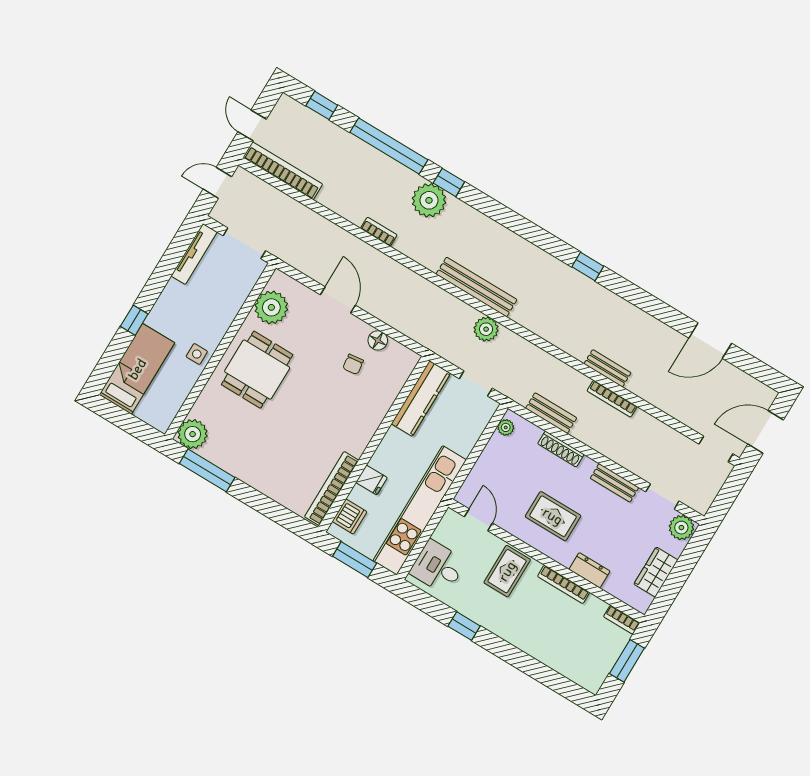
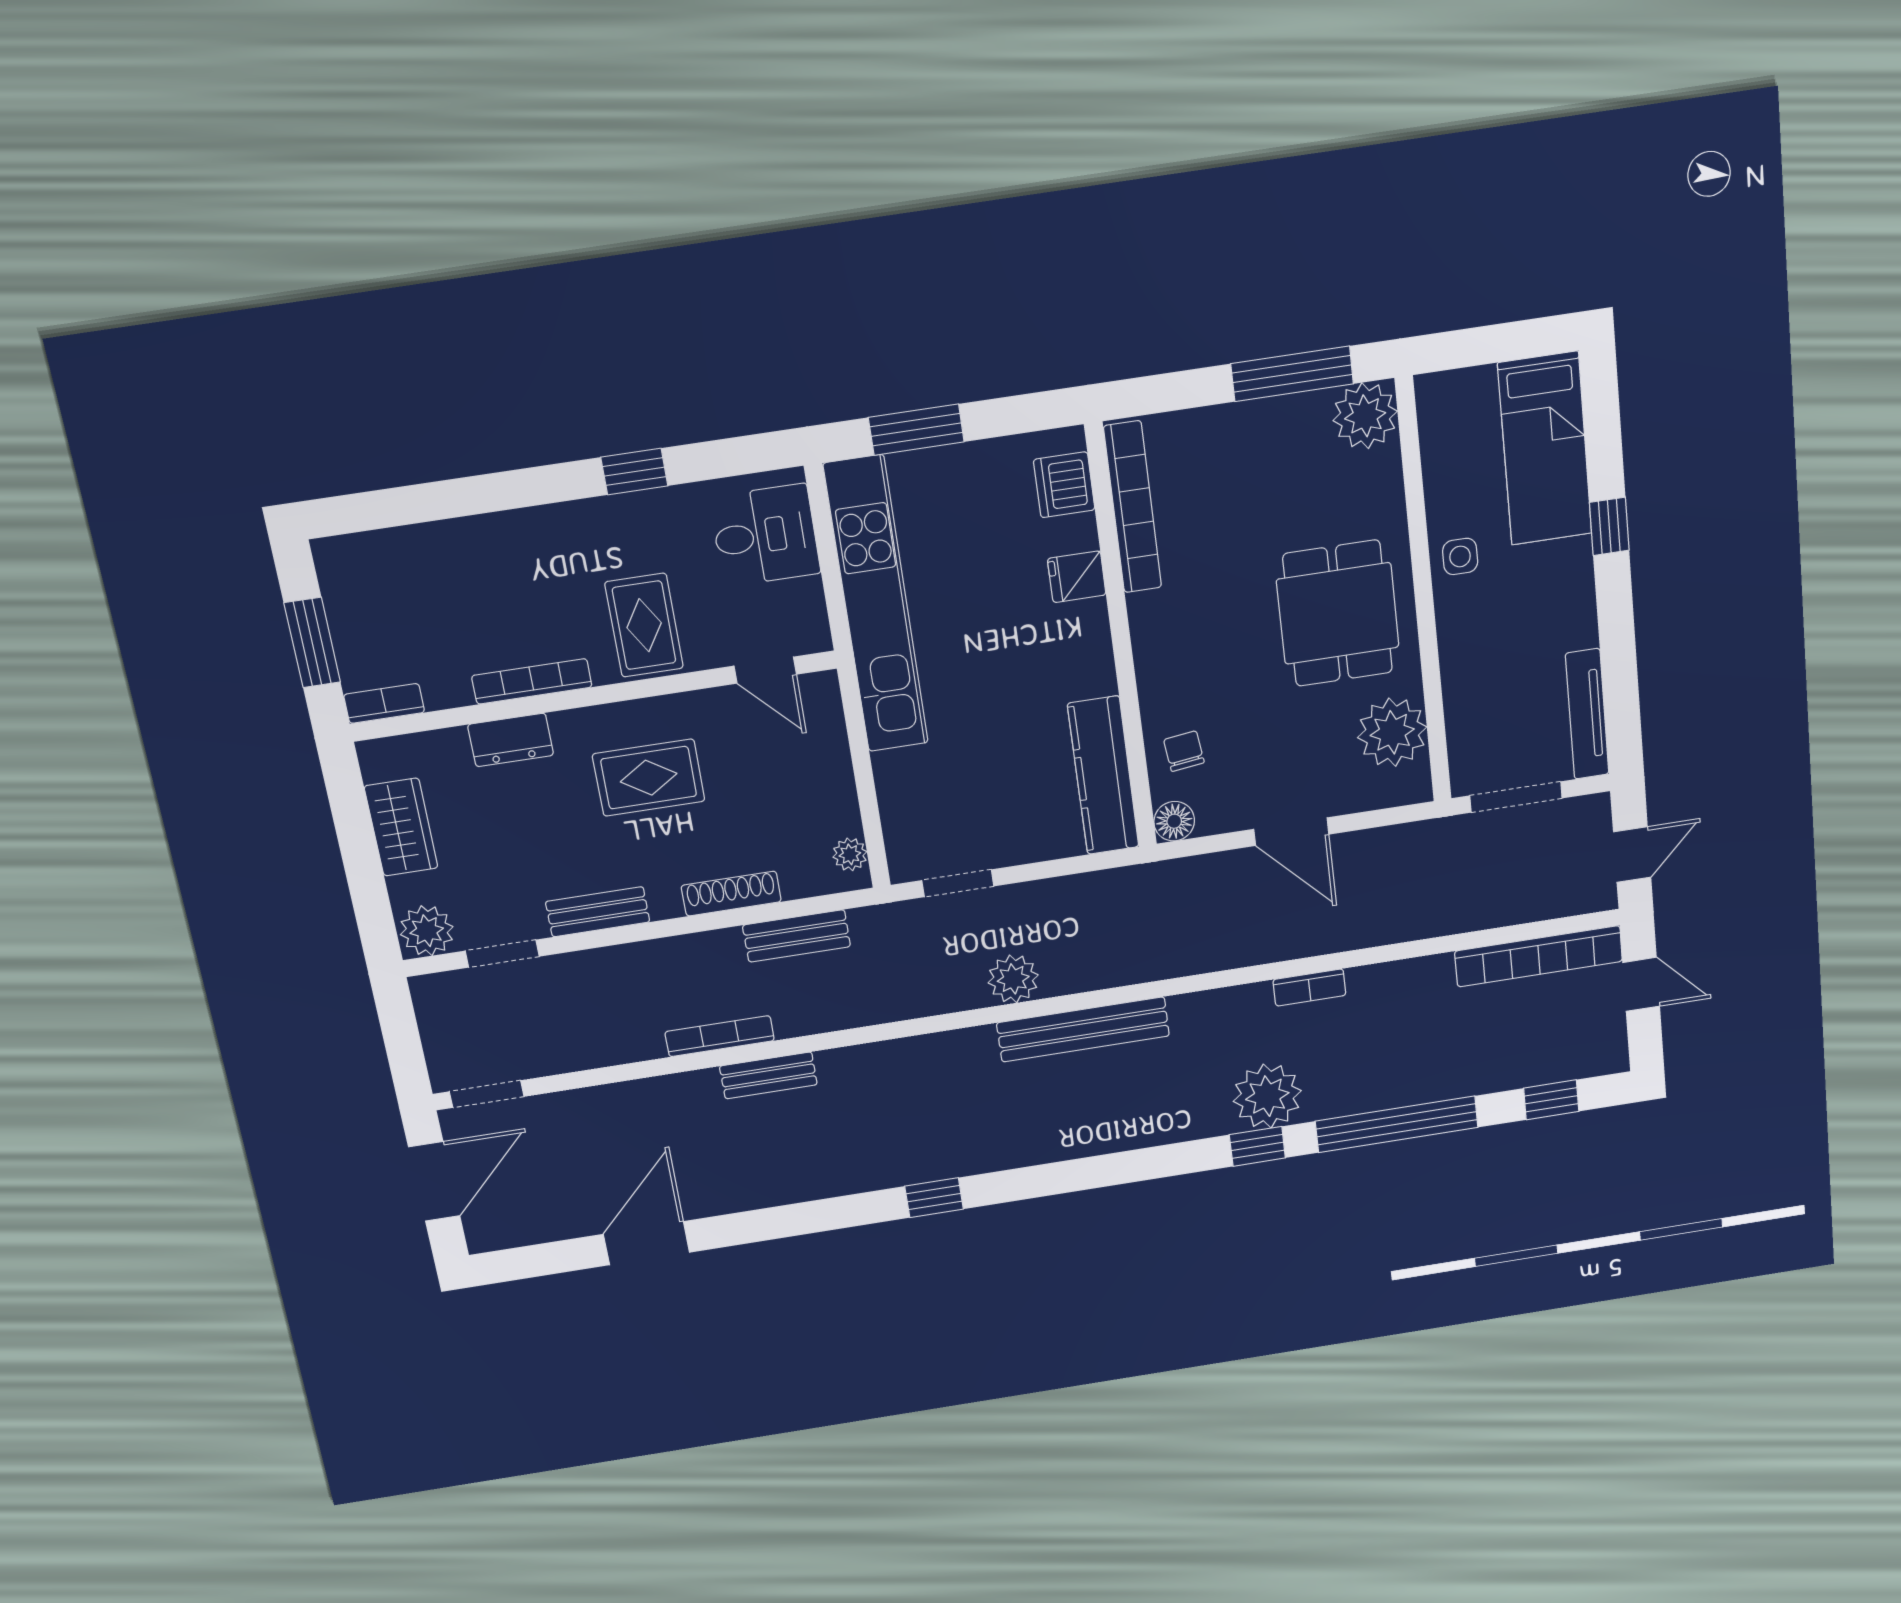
kitchen counter: (421, 399) -> (1103, 776), moved
wall: (374, 444) -> (1121, 639), moved
fridge: (371, 480) -> (1077, 577), moved
bookcase: (332, 489) -> (1133, 507), moved
dishwasher: (350, 517) -> (1064, 485), moved

